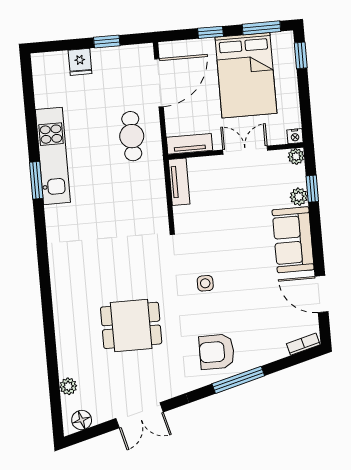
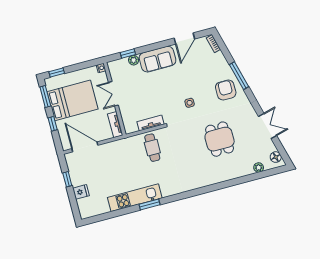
cafe table: (132, 136) -> (152, 148), moved, turned 90
plant: (296, 156) -> (112, 65), removed
tv unit: (179, 182) -> (150, 123), moved
armchair: (217, 352) -> (226, 90), turned 180

